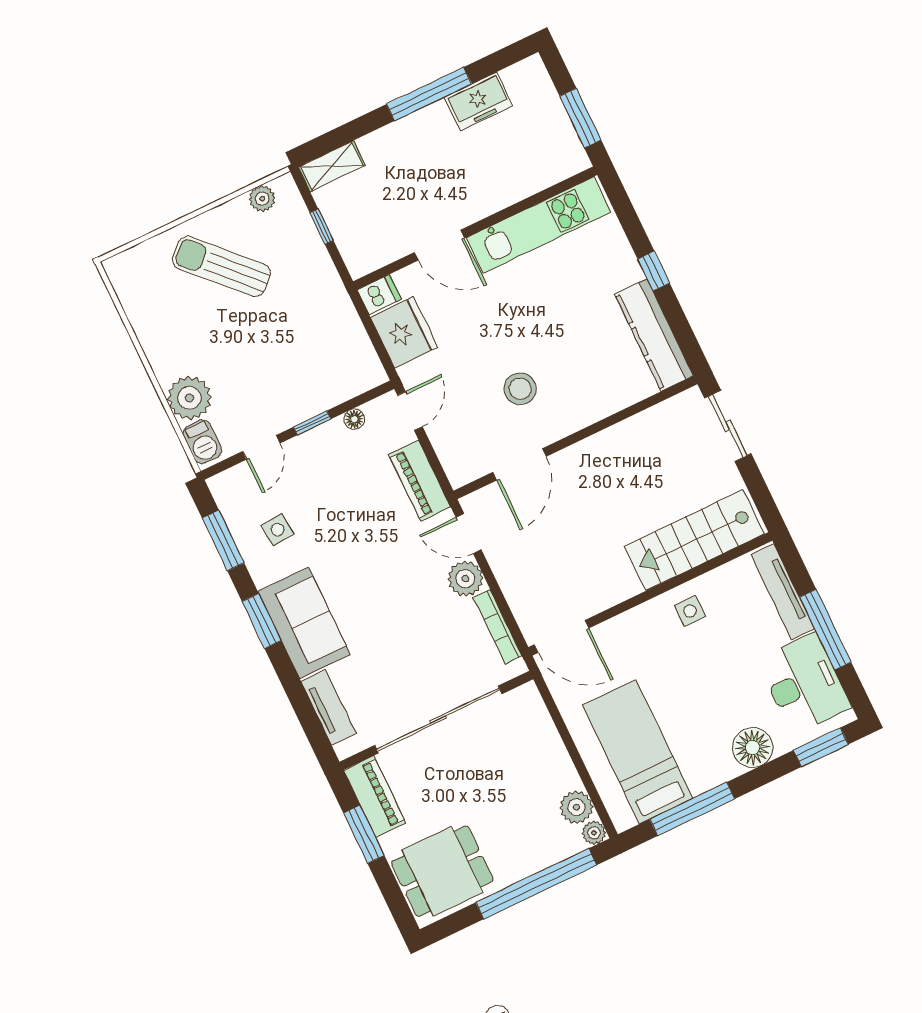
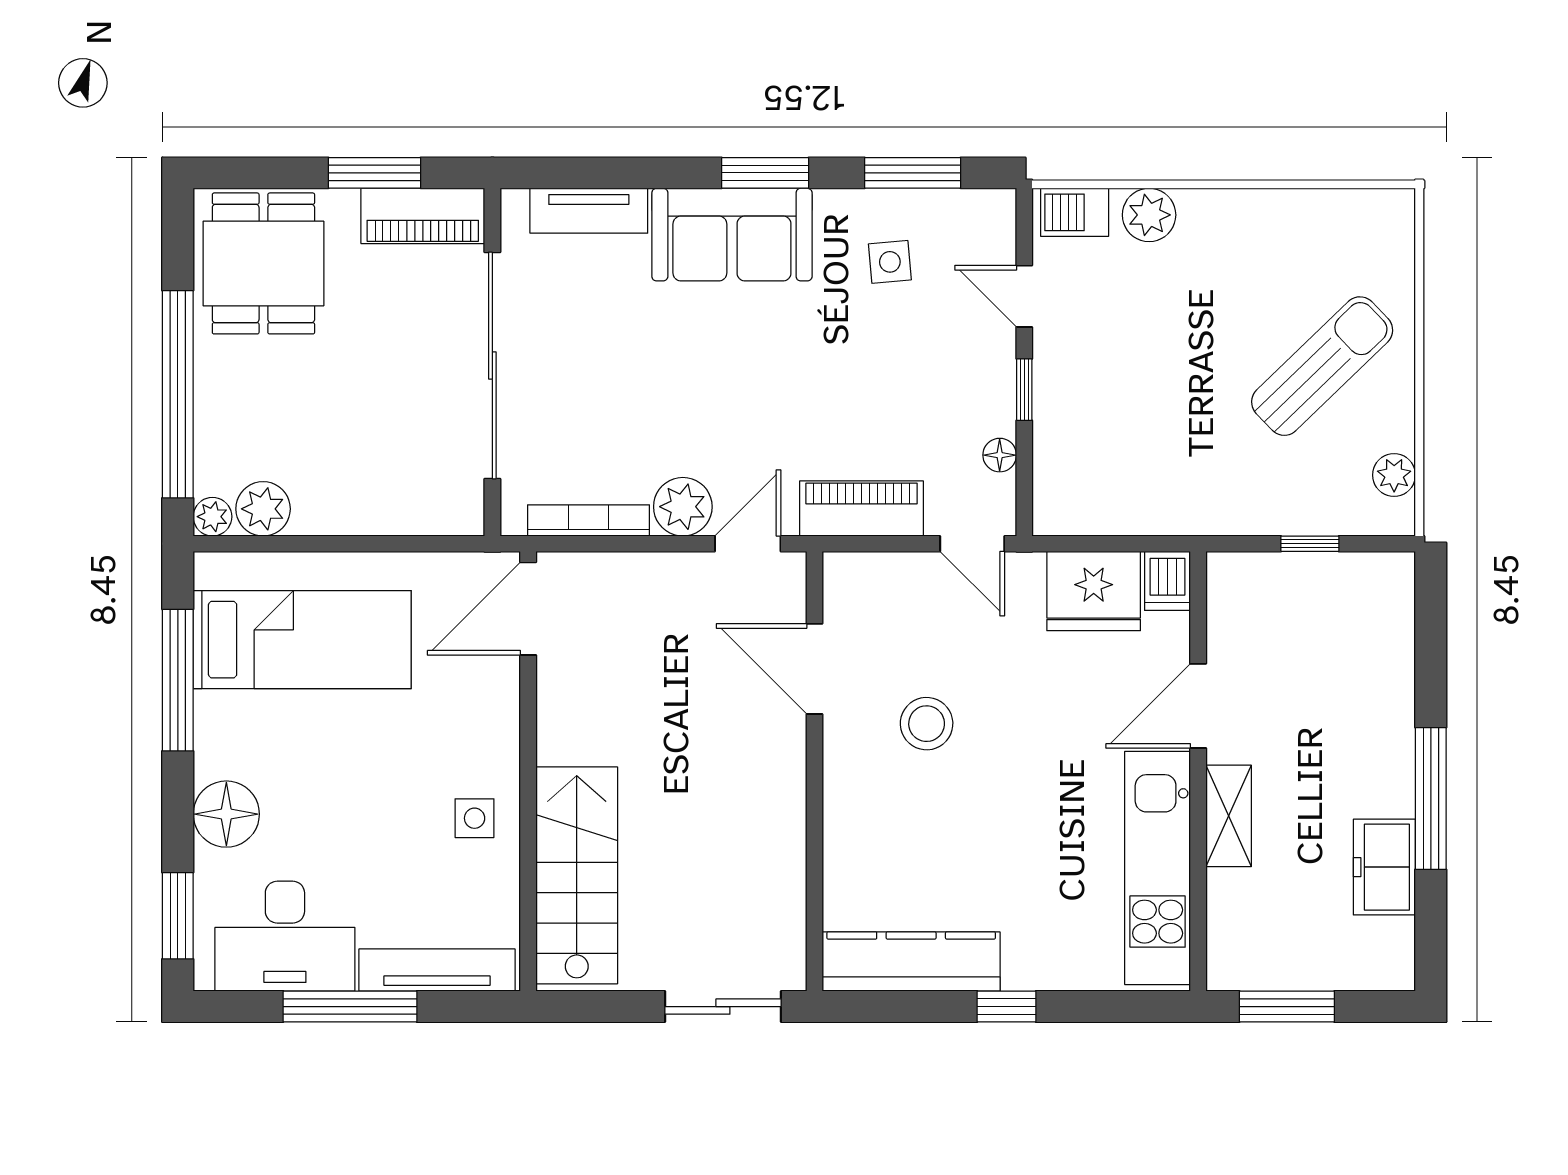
shelving: (332, 166) -> (1229, 816), moved
plant: (189, 398) -> (1149, 215), width x0.73, depth x0.73

